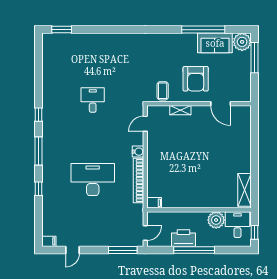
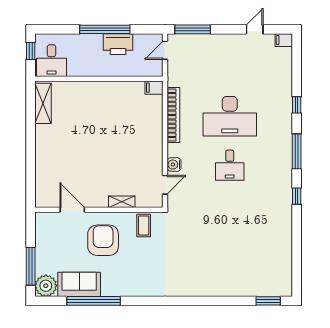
desk: (93, 100) -> (230, 165), moved
water cooler: (138, 152) -> (174, 165), moved
plant: (216, 220) -> (78, 66), removed

